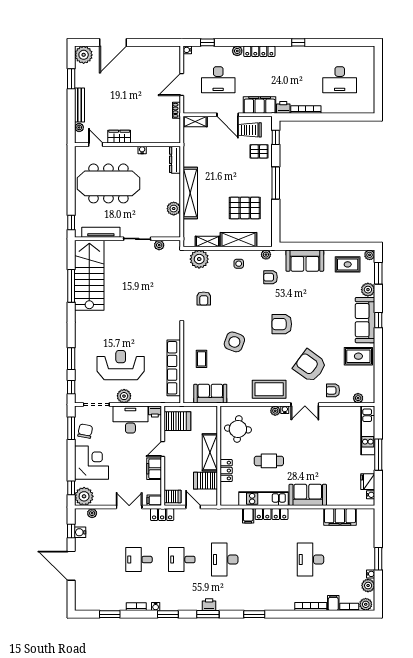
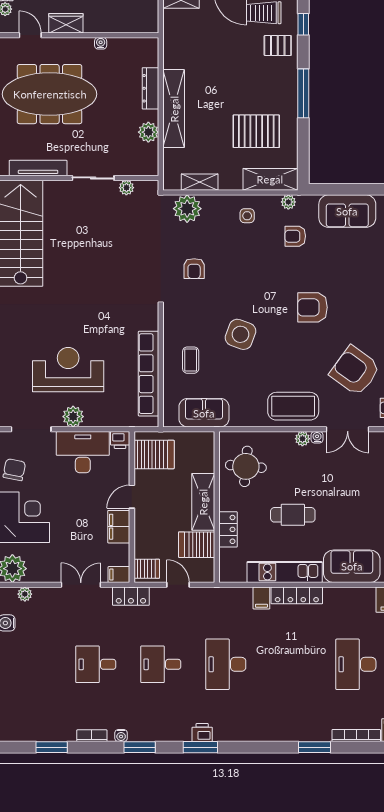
dresser: (175, 160) -> (150, 88), moved
shelving: (239, 240) -> (270, 179), moved
window: (254, 614) -> (315, 747), moved

